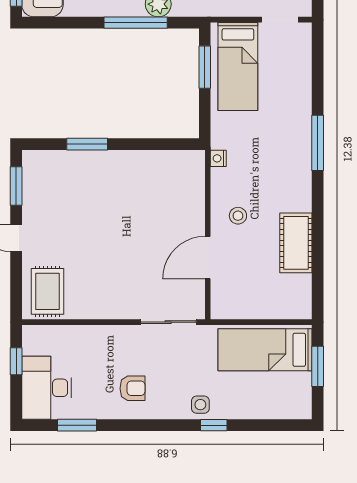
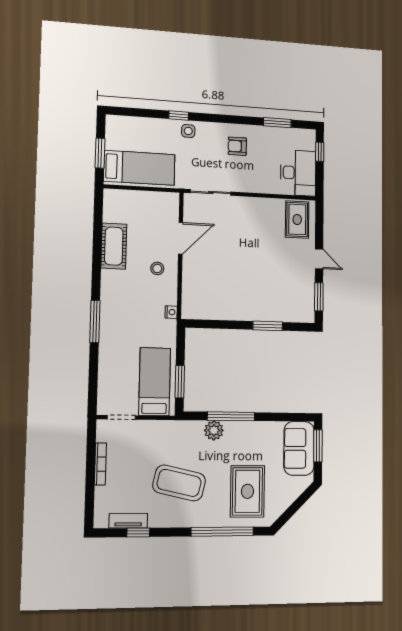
window: (16, 361) -> (320, 152), moved
desk: (47, 388) -> (298, 173), moved

